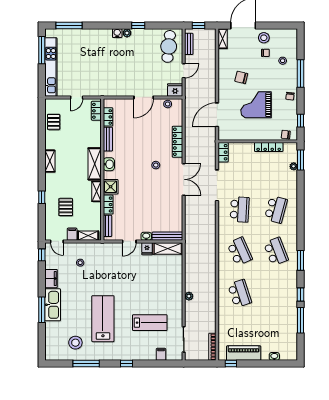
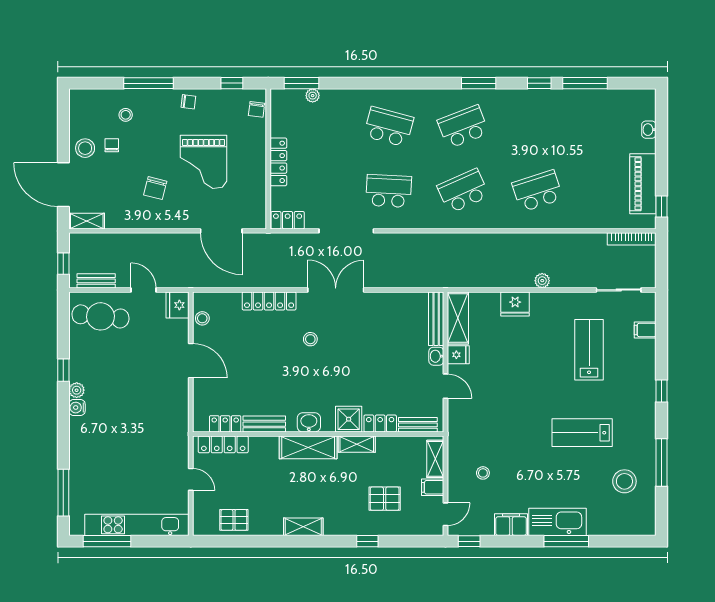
locker: (96, 111) -> (223, 444), width x1.53
locker: (269, 147) -> (278, 162), moved
fridge: (176, 281) -> (515, 304), added
lab bench: (103, 319) -> (582, 433), width x0.73, depth x0.72

